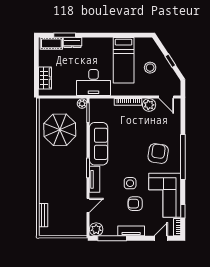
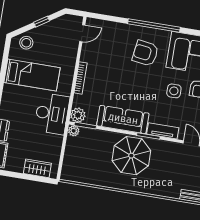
stool: (150, 68) -> (26, 43), moved
plant: (149, 105) -> (78, 115), moved
parasol: (60, 130) -> (131, 156), moved

